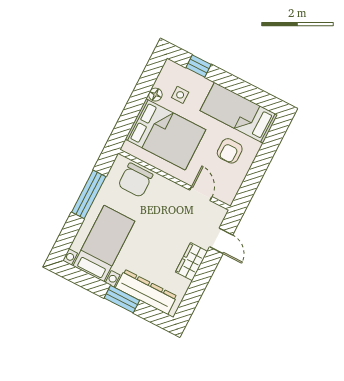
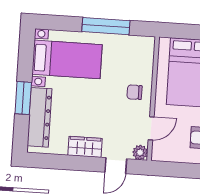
chair: (135, 180) -> (135, 92), moved, width x0.54, depth x0.54
plant: (219, 213) -> (140, 152), added

